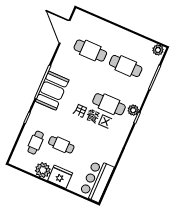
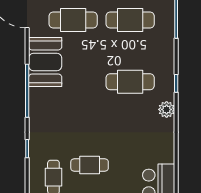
booth: (52, 91) -> (45, 62), moved
plant: (133, 110) -> (167, 109), moved

